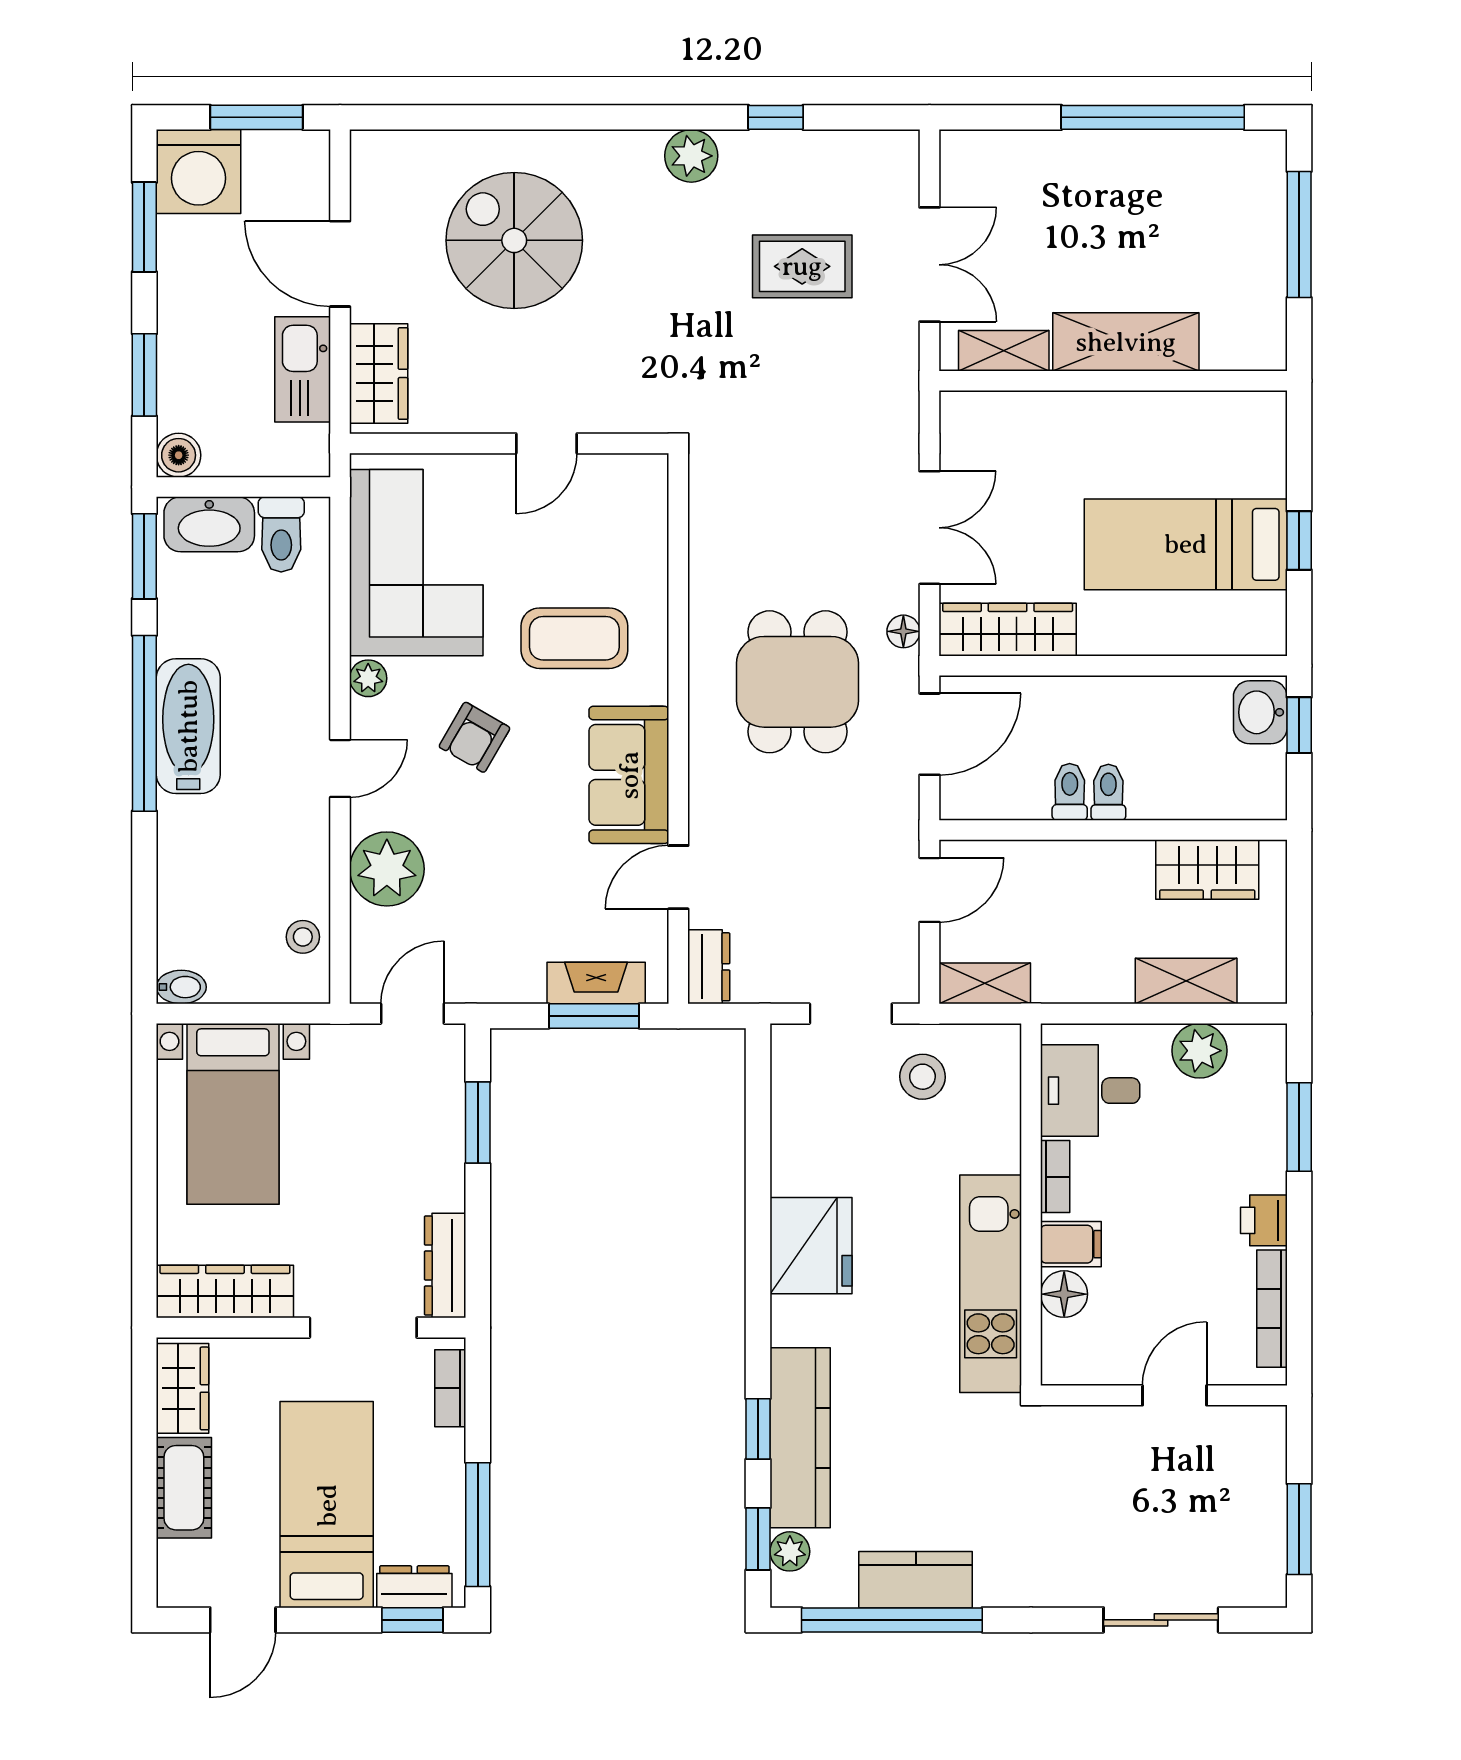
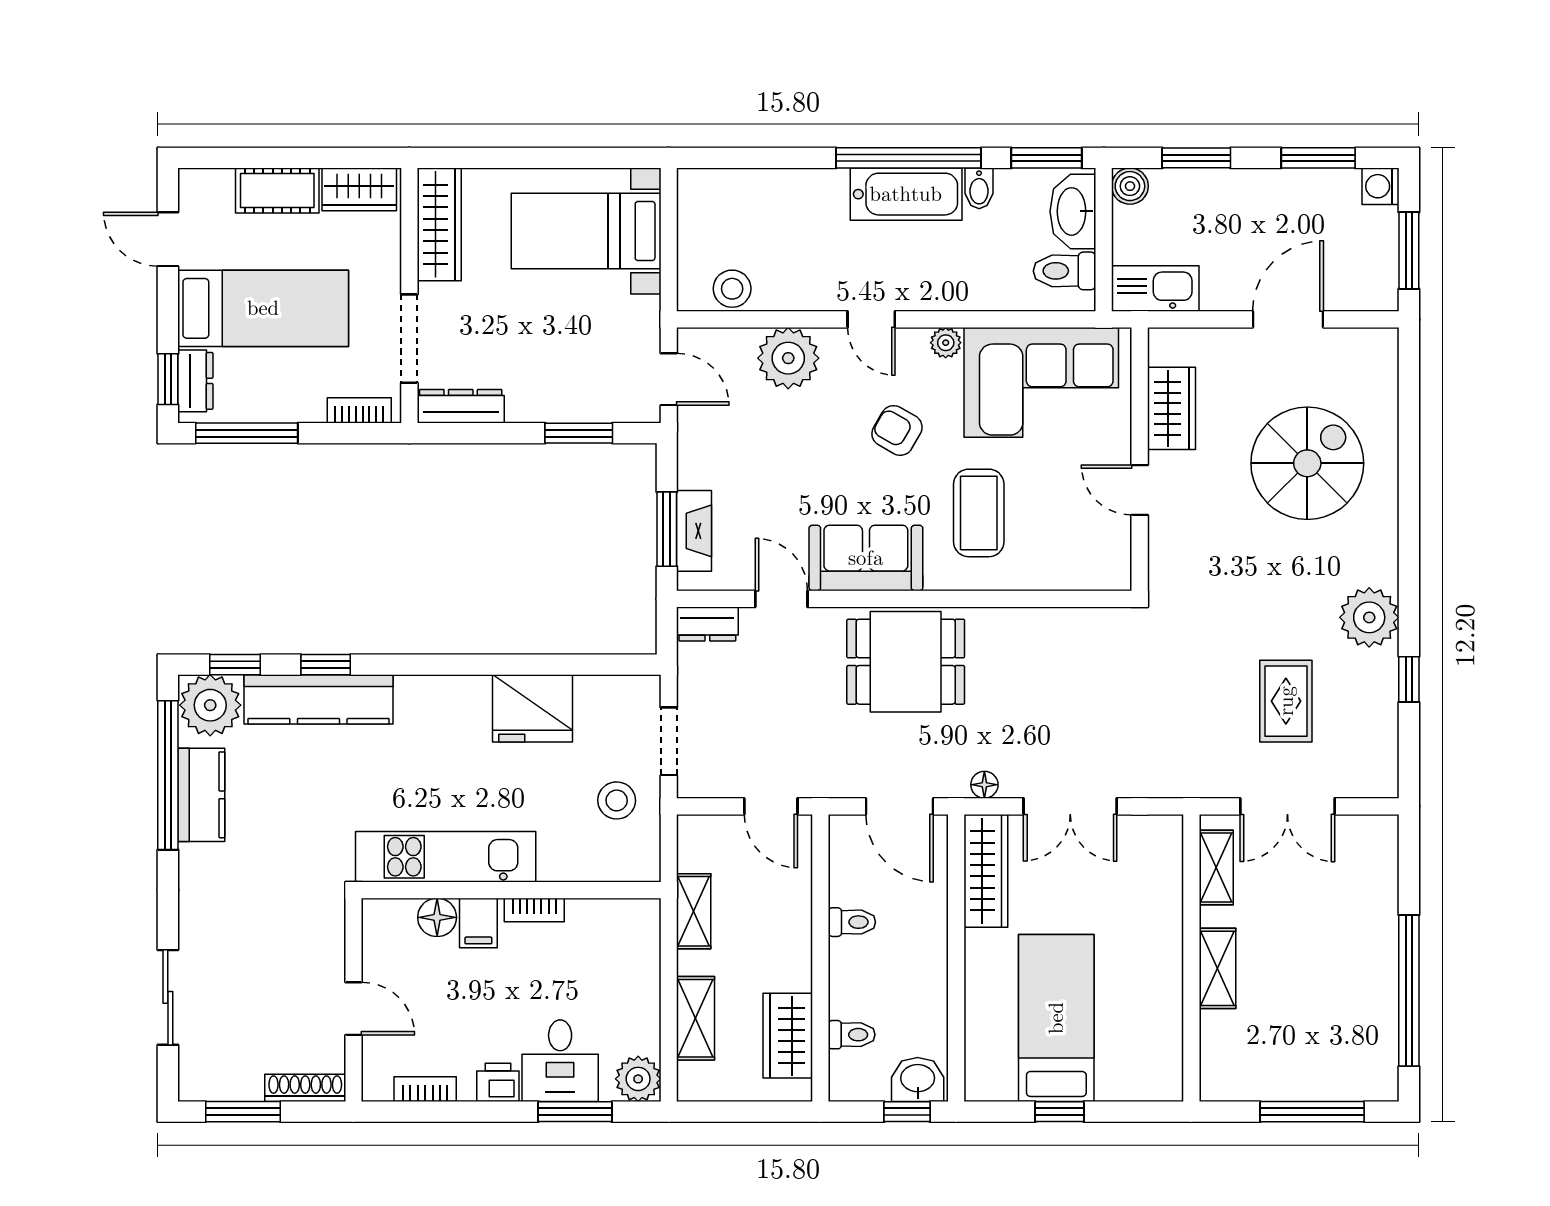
plant: (691, 156) -> (1369, 617), width x1.36, depth x1.36
washing machine: (199, 172) -> (1381, 186), width x0.53, depth x0.53
shelving: (1126, 342) -> (1218, 968), width x0.67, depth x0.75
kitchen sink: (303, 369) -> (1155, 289), moved
wardrobe: (379, 373) -> (1171, 408), moved, turned -90
dining table: (798, 682) -> (906, 662), moved
toilet: (1108, 792) -> (852, 1035), moved
stool: (303, 937) -> (732, 289), width x1.37, depth x1.37
shelving: (985, 983) -> (694, 911), moved
bidet: (181, 987) -> (979, 188), moved
plant: (1200, 1051) -> (638, 1079), moved
desk: (1090, 1091) -> (560, 1061), moved, turned 180
fridge: (811, 1246) -> (532, 708), moved
bookcase: (1272, 1309) -> (425, 1089), width x0.64
shoe rack: (1270, 1454) -> (305, 1088), added
plant: (790, 1551) -> (210, 705), width x1.87, depth x1.87

